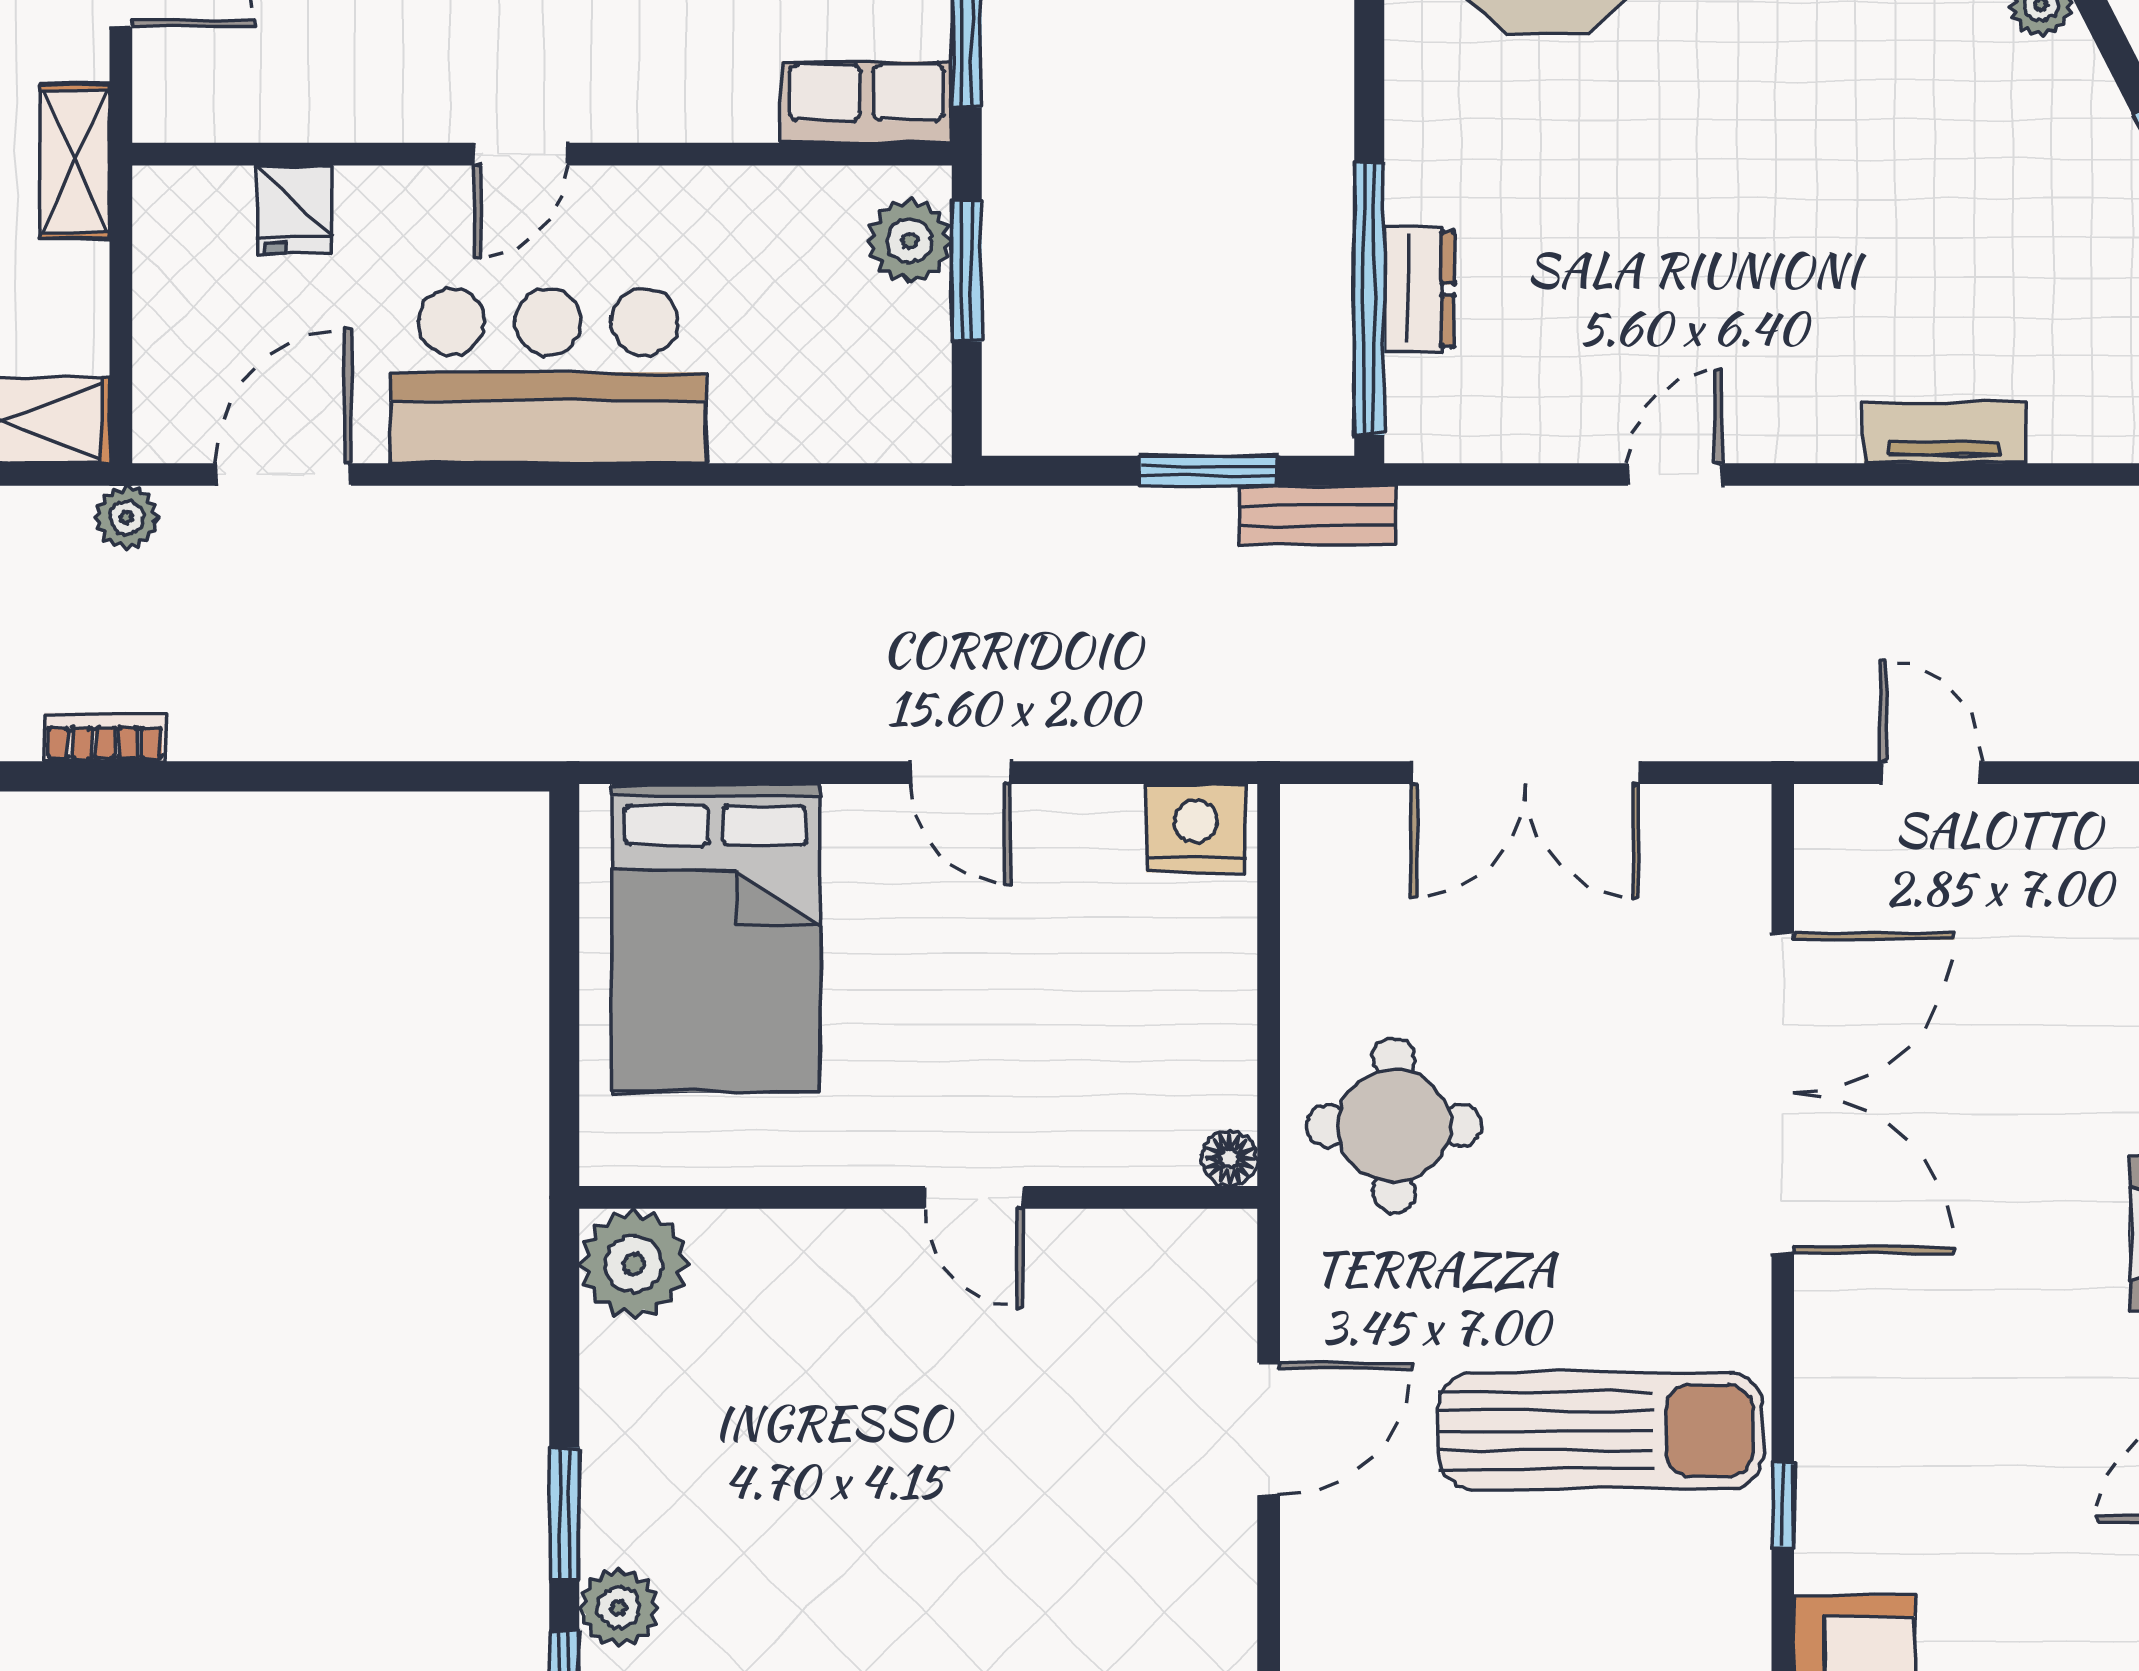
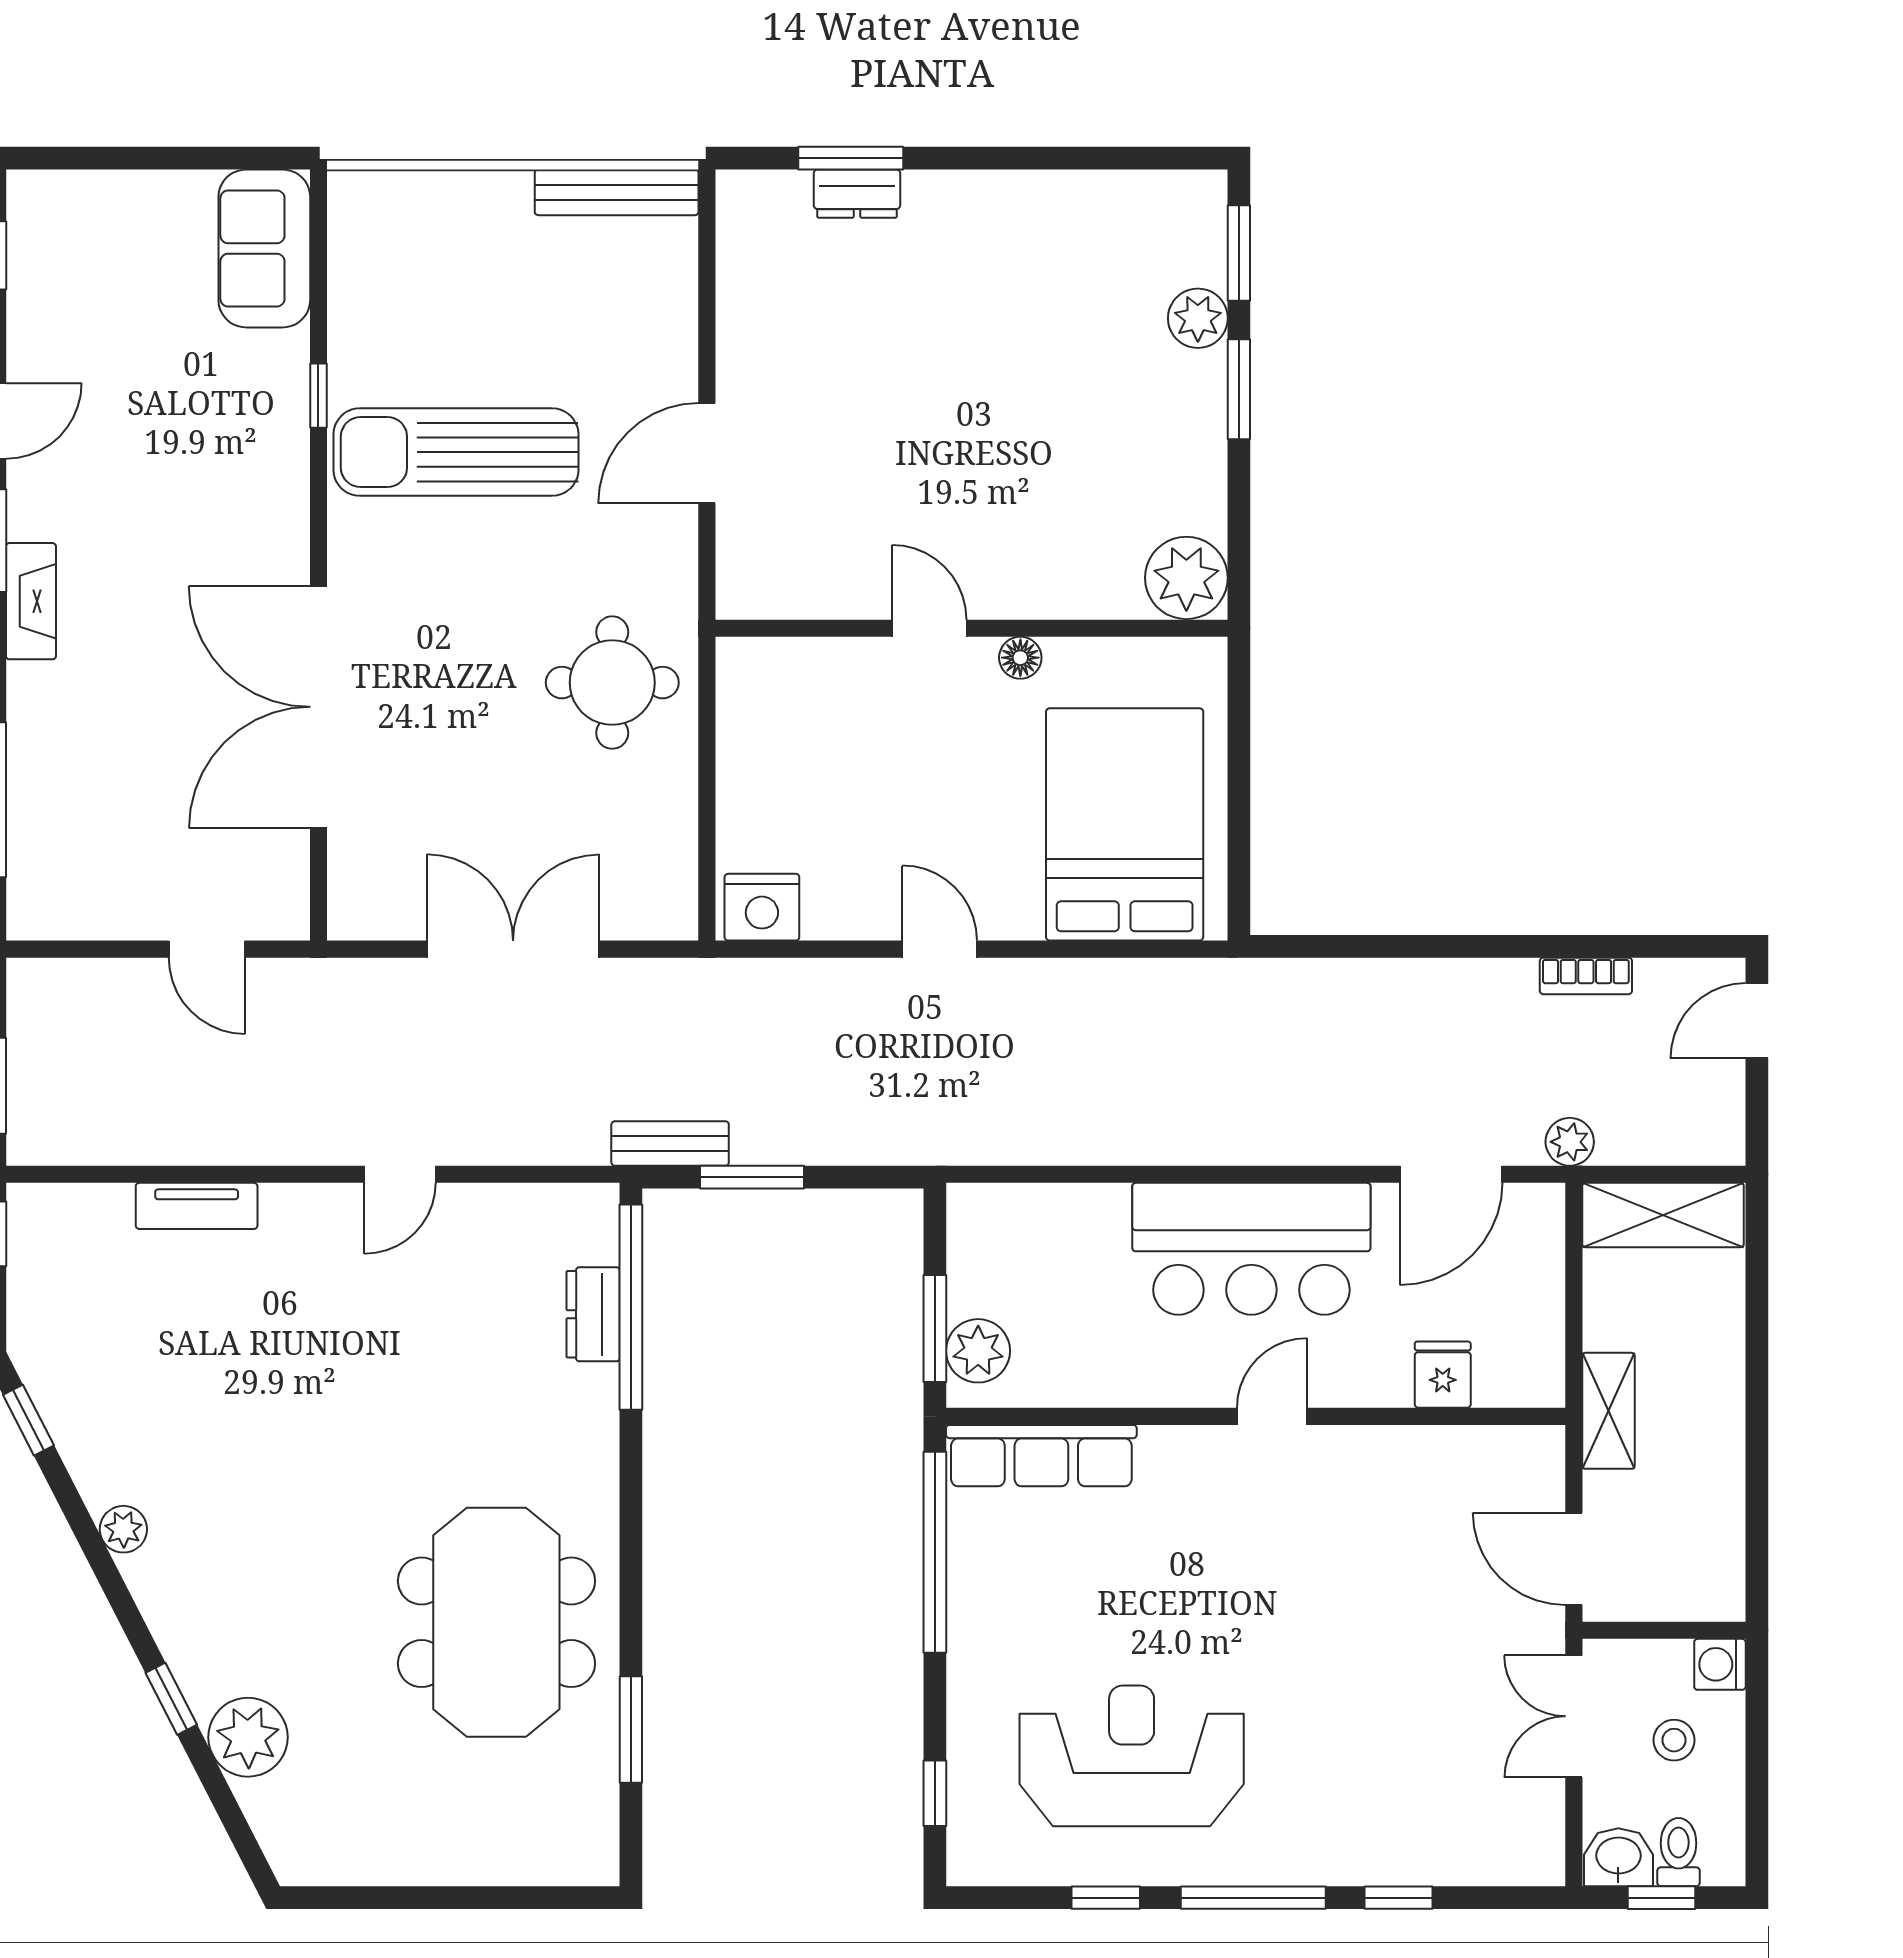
row of seats: (867, 102) -> (1041, 1456), width x1.48
floor lamp: (1230, 1158) -> (1020, 658), moved

